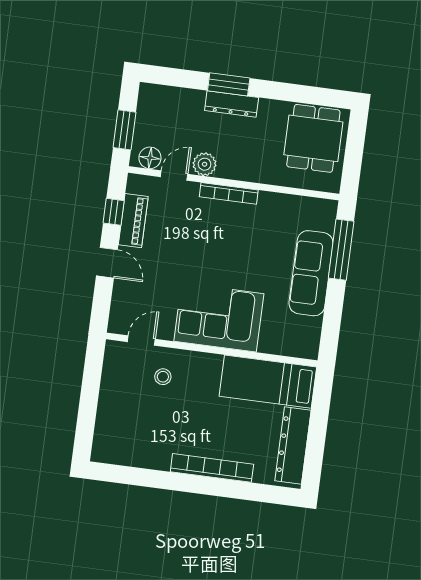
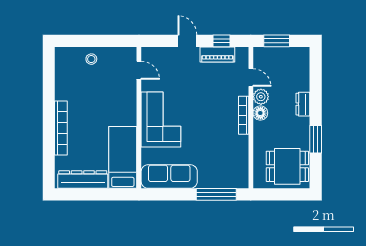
window: (229, 84) -> (316, 139), moved
dresser: (232, 104) -> (303, 104), width x0.70
floor lamp: (150, 158) -> (260, 113), moved
door: (107, 263) -> (187, 41), swing flipped
sofa: (311, 273) -> (169, 176), moved
stool: (163, 377) -> (91, 59), moved

